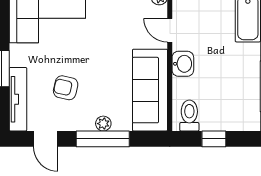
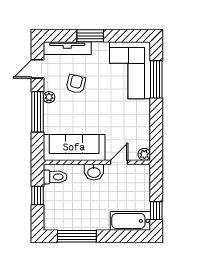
plant: (103, 124) -> (49, 97), moved

